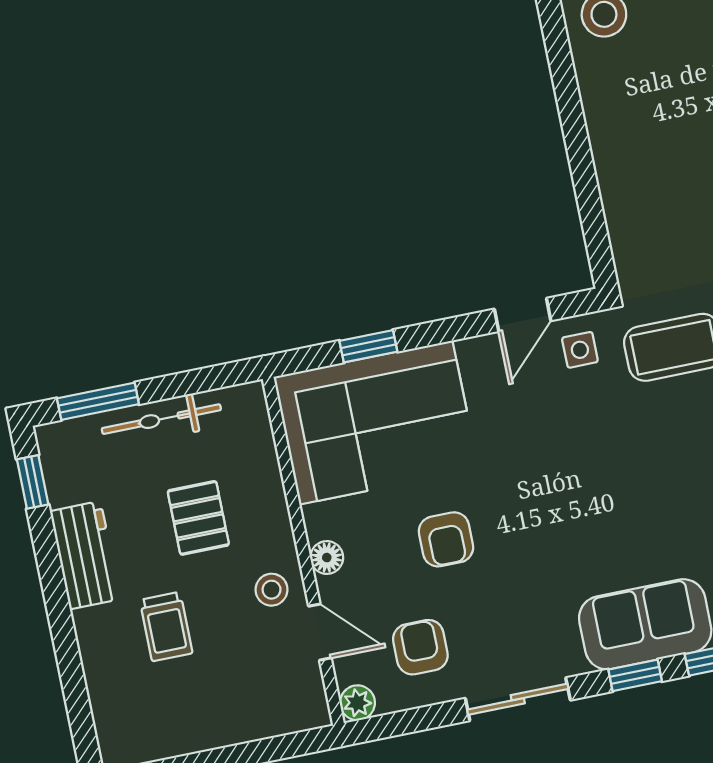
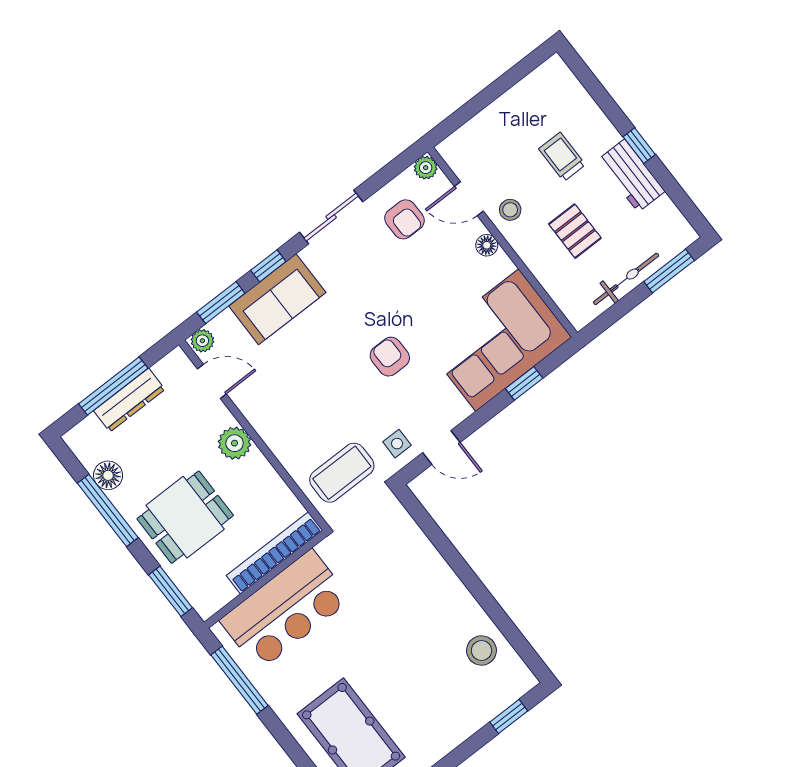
door: (523, 315) -> (441, 448), swing flipped
window: (33, 482) -> (639, 146), moved
armchair: (446, 539) -> (390, 357), moved

